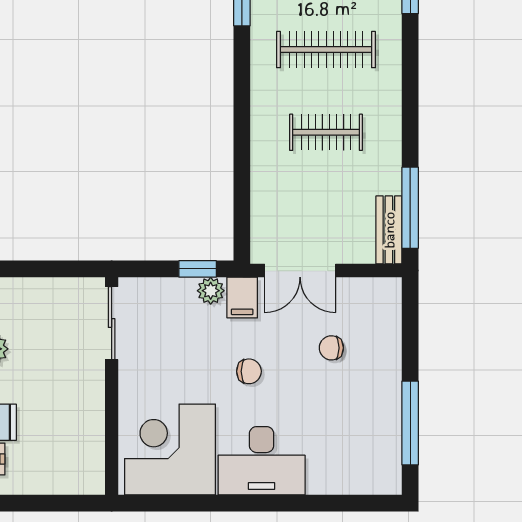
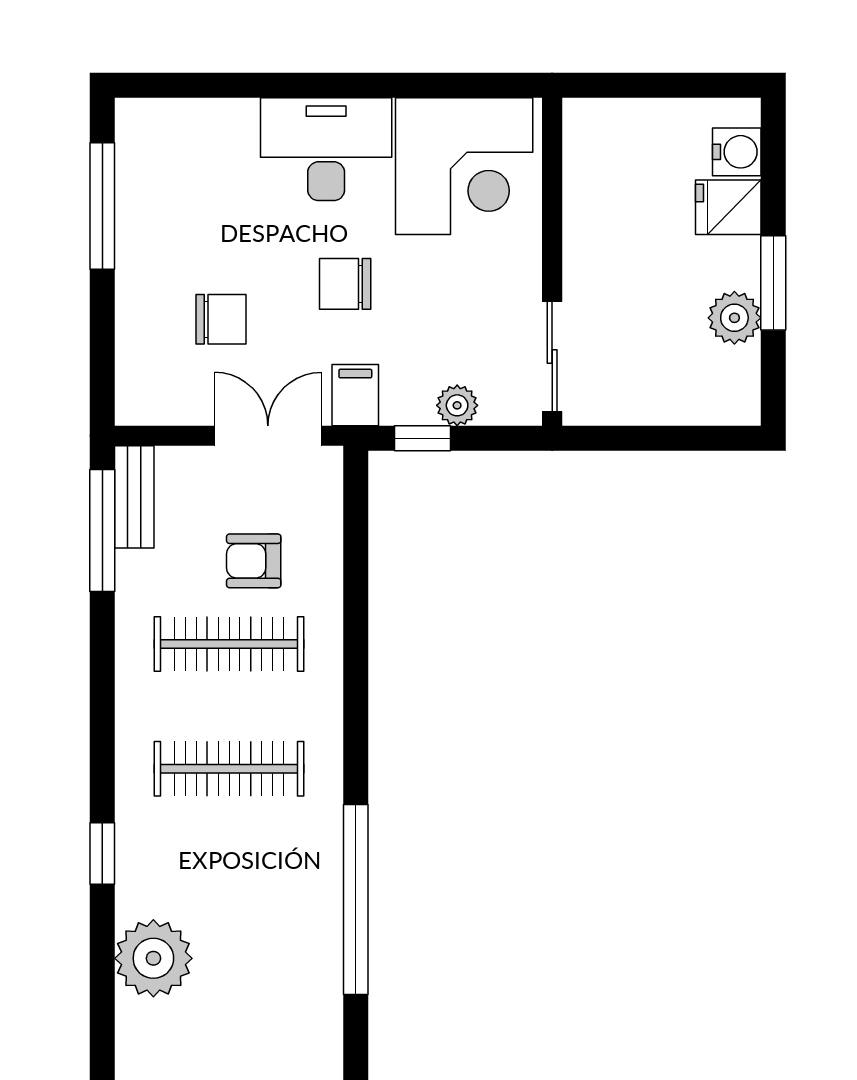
clothes rail: (326, 132) -> (229, 644), width x1.36
armchair: (310, 188) -> (254, 561), added
plant: (211, 291) -> (457, 405), moved
chair: (331, 348) -> (221, 319), width x1.37, depth x1.37
chair: (249, 371) -> (345, 284), width x1.37, depth x1.37

